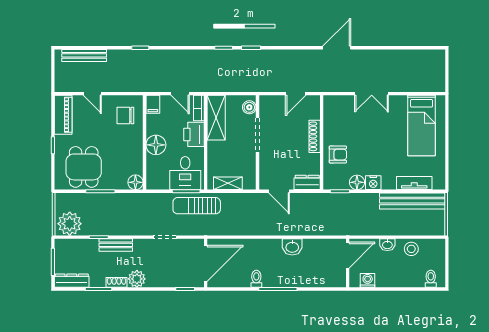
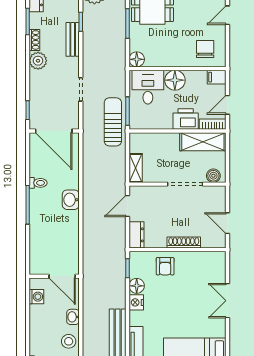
desk: (185, 173) -> (148, 87), moved, turned 90
shelving: (228, 183) -> (136, 168), moved
washbasin: (292, 247) -> (71, 200), moved

